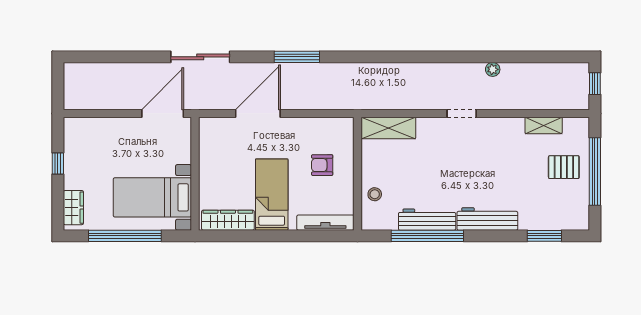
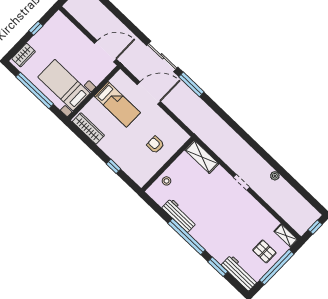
sliding door: (200, 57) -> (162, 56), moved
shelving: (544, 125) -> (286, 236), moved
bed: (272, 195) -> (117, 104), moved, turned 90
workbench: (487, 219) -> (240, 273), moved
tv unit: (325, 223) -> (132, 172), removed
window: (298, 236) -> (114, 166), added
window: (427, 236) -> (187, 237), moved
window: (544, 236) -> (218, 267), moved

